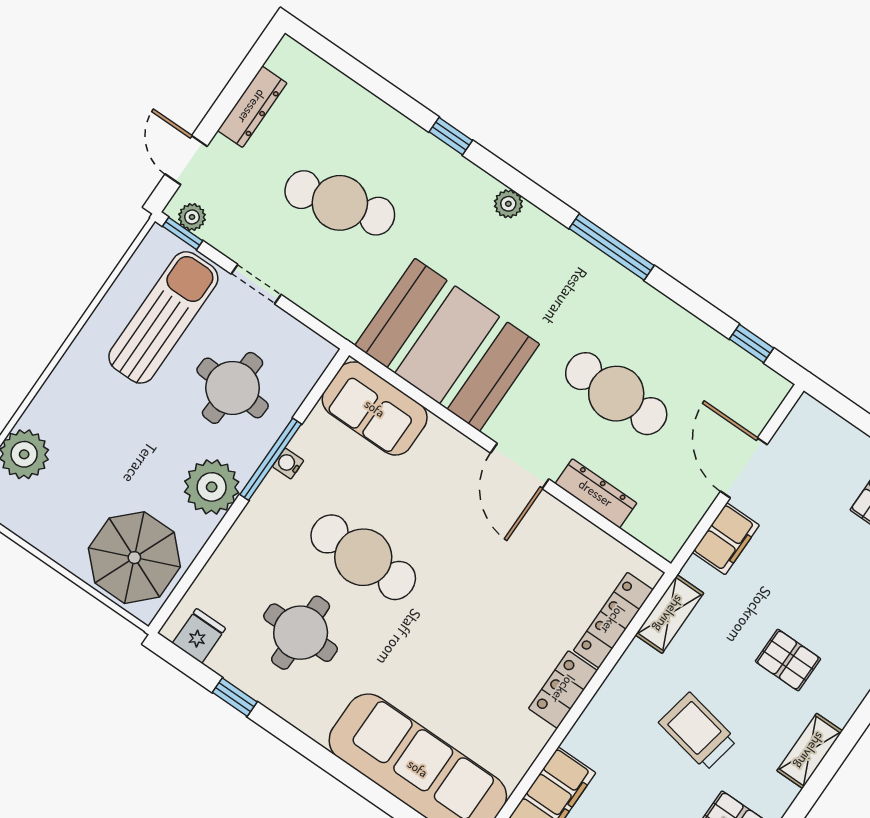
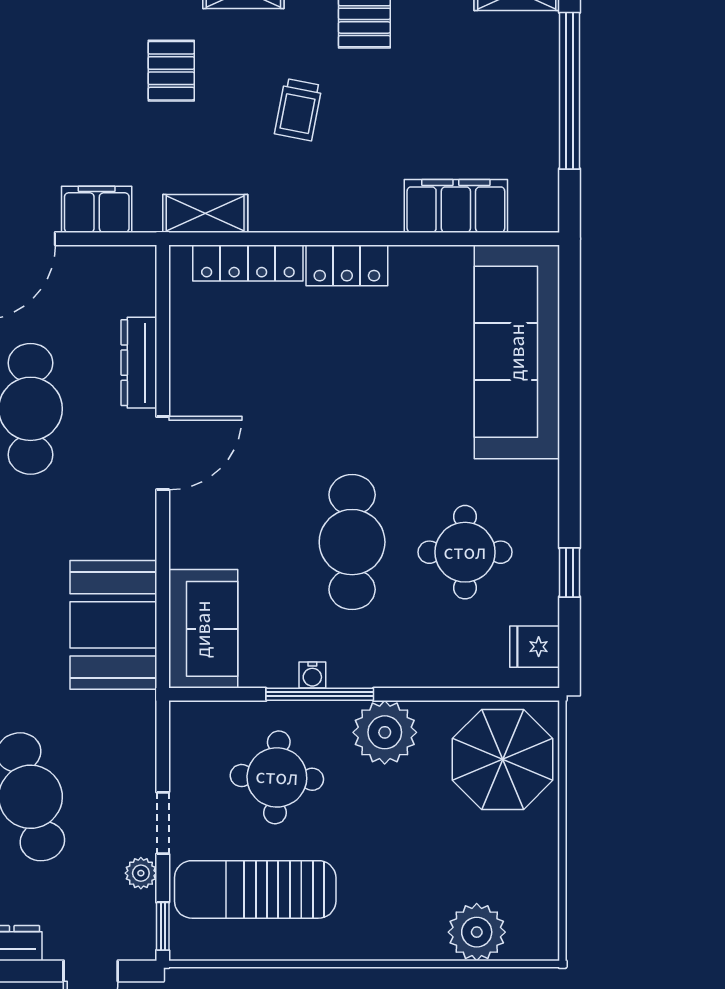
plant: (192, 217) -> (141, 873), moved
booth: (447, 345) -> (113, 625), width x0.73, depth x0.70
trolley: (698, 731) -> (298, 110), width x0.73, depth x0.72

